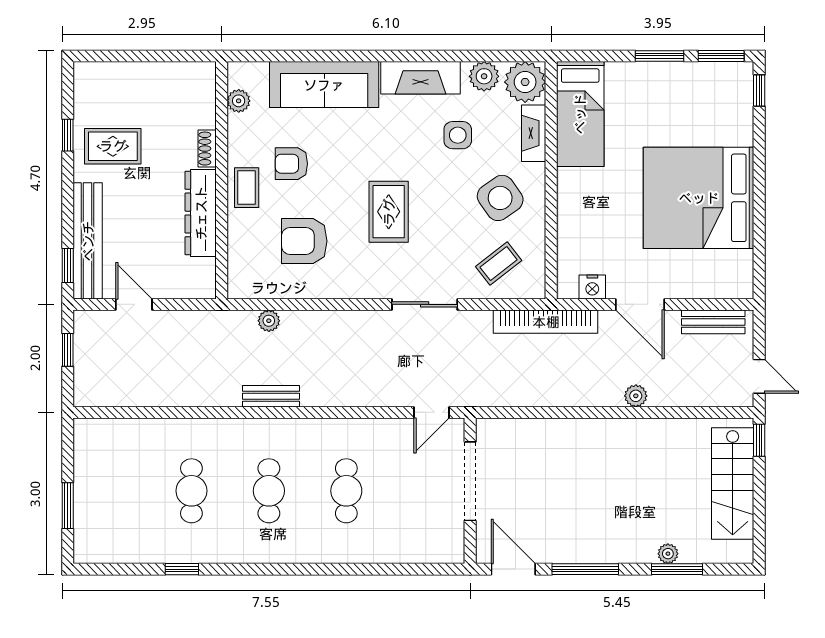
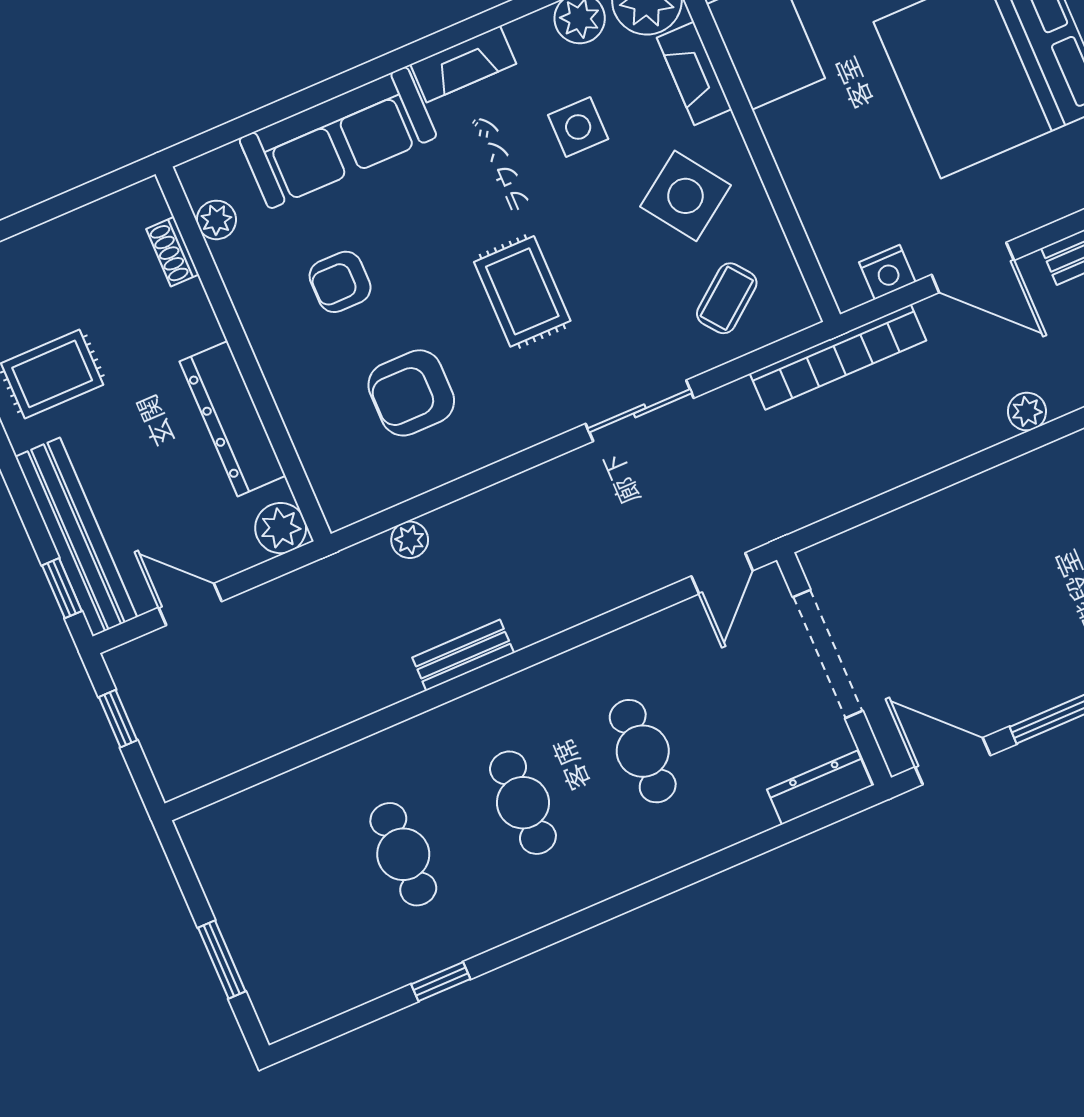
fireplace: (421, 78) -> (463, 64), width x0.73, depth x0.76
shoe rack: (207, 149) -> (173, 252), moved
coffee table: (247, 188) -> (287, 349), removed
plant: (201, 284) -> (281, 528), added
dresser: (434, 552) -> (820, 788), added

